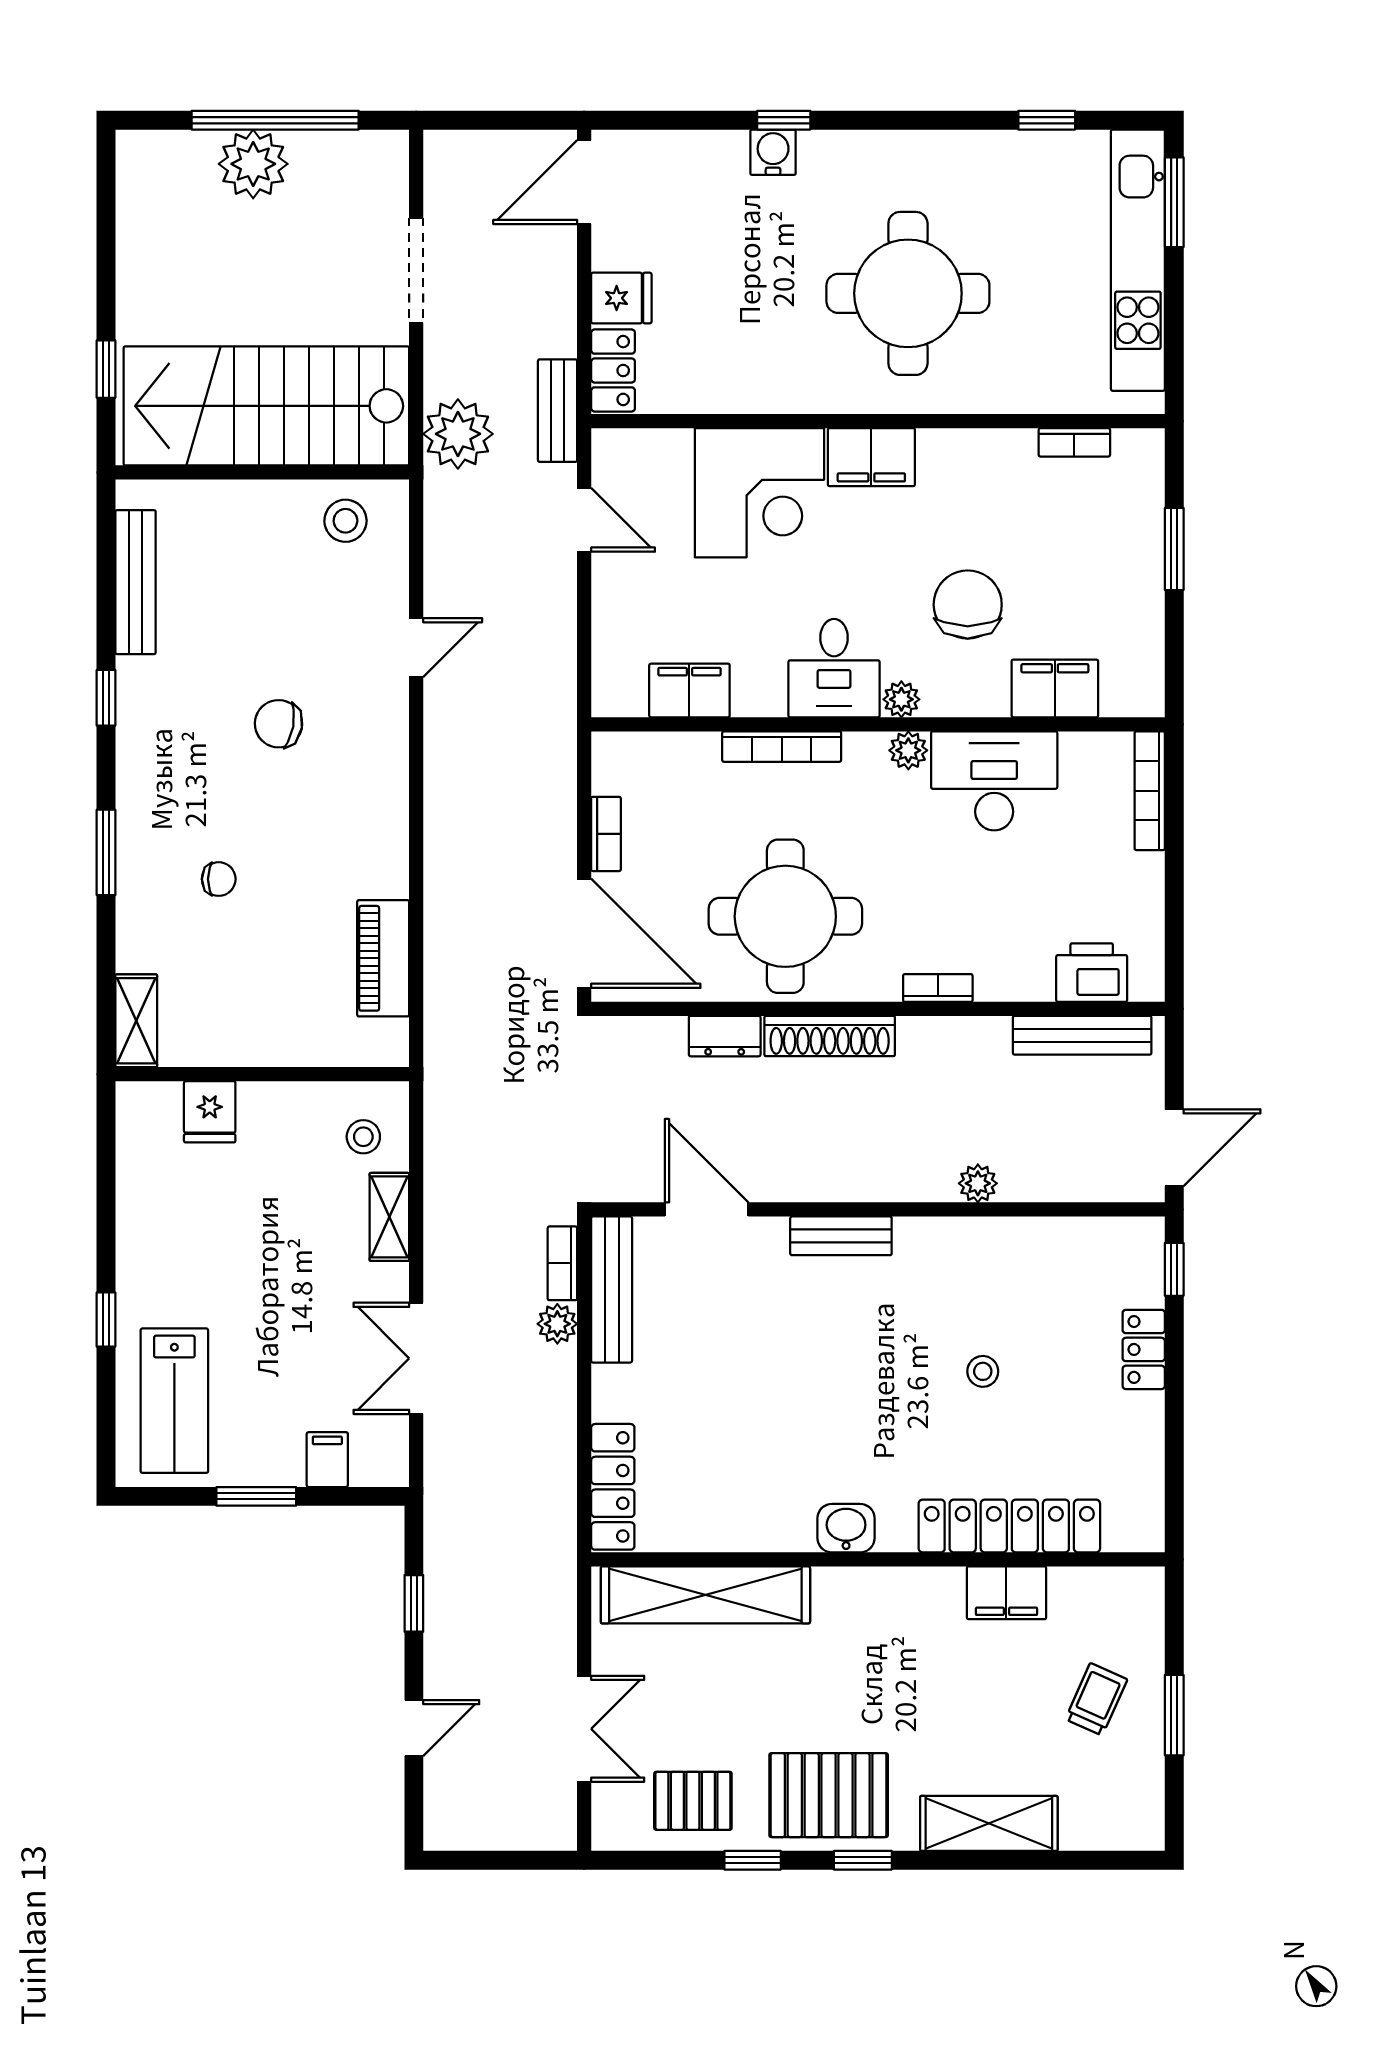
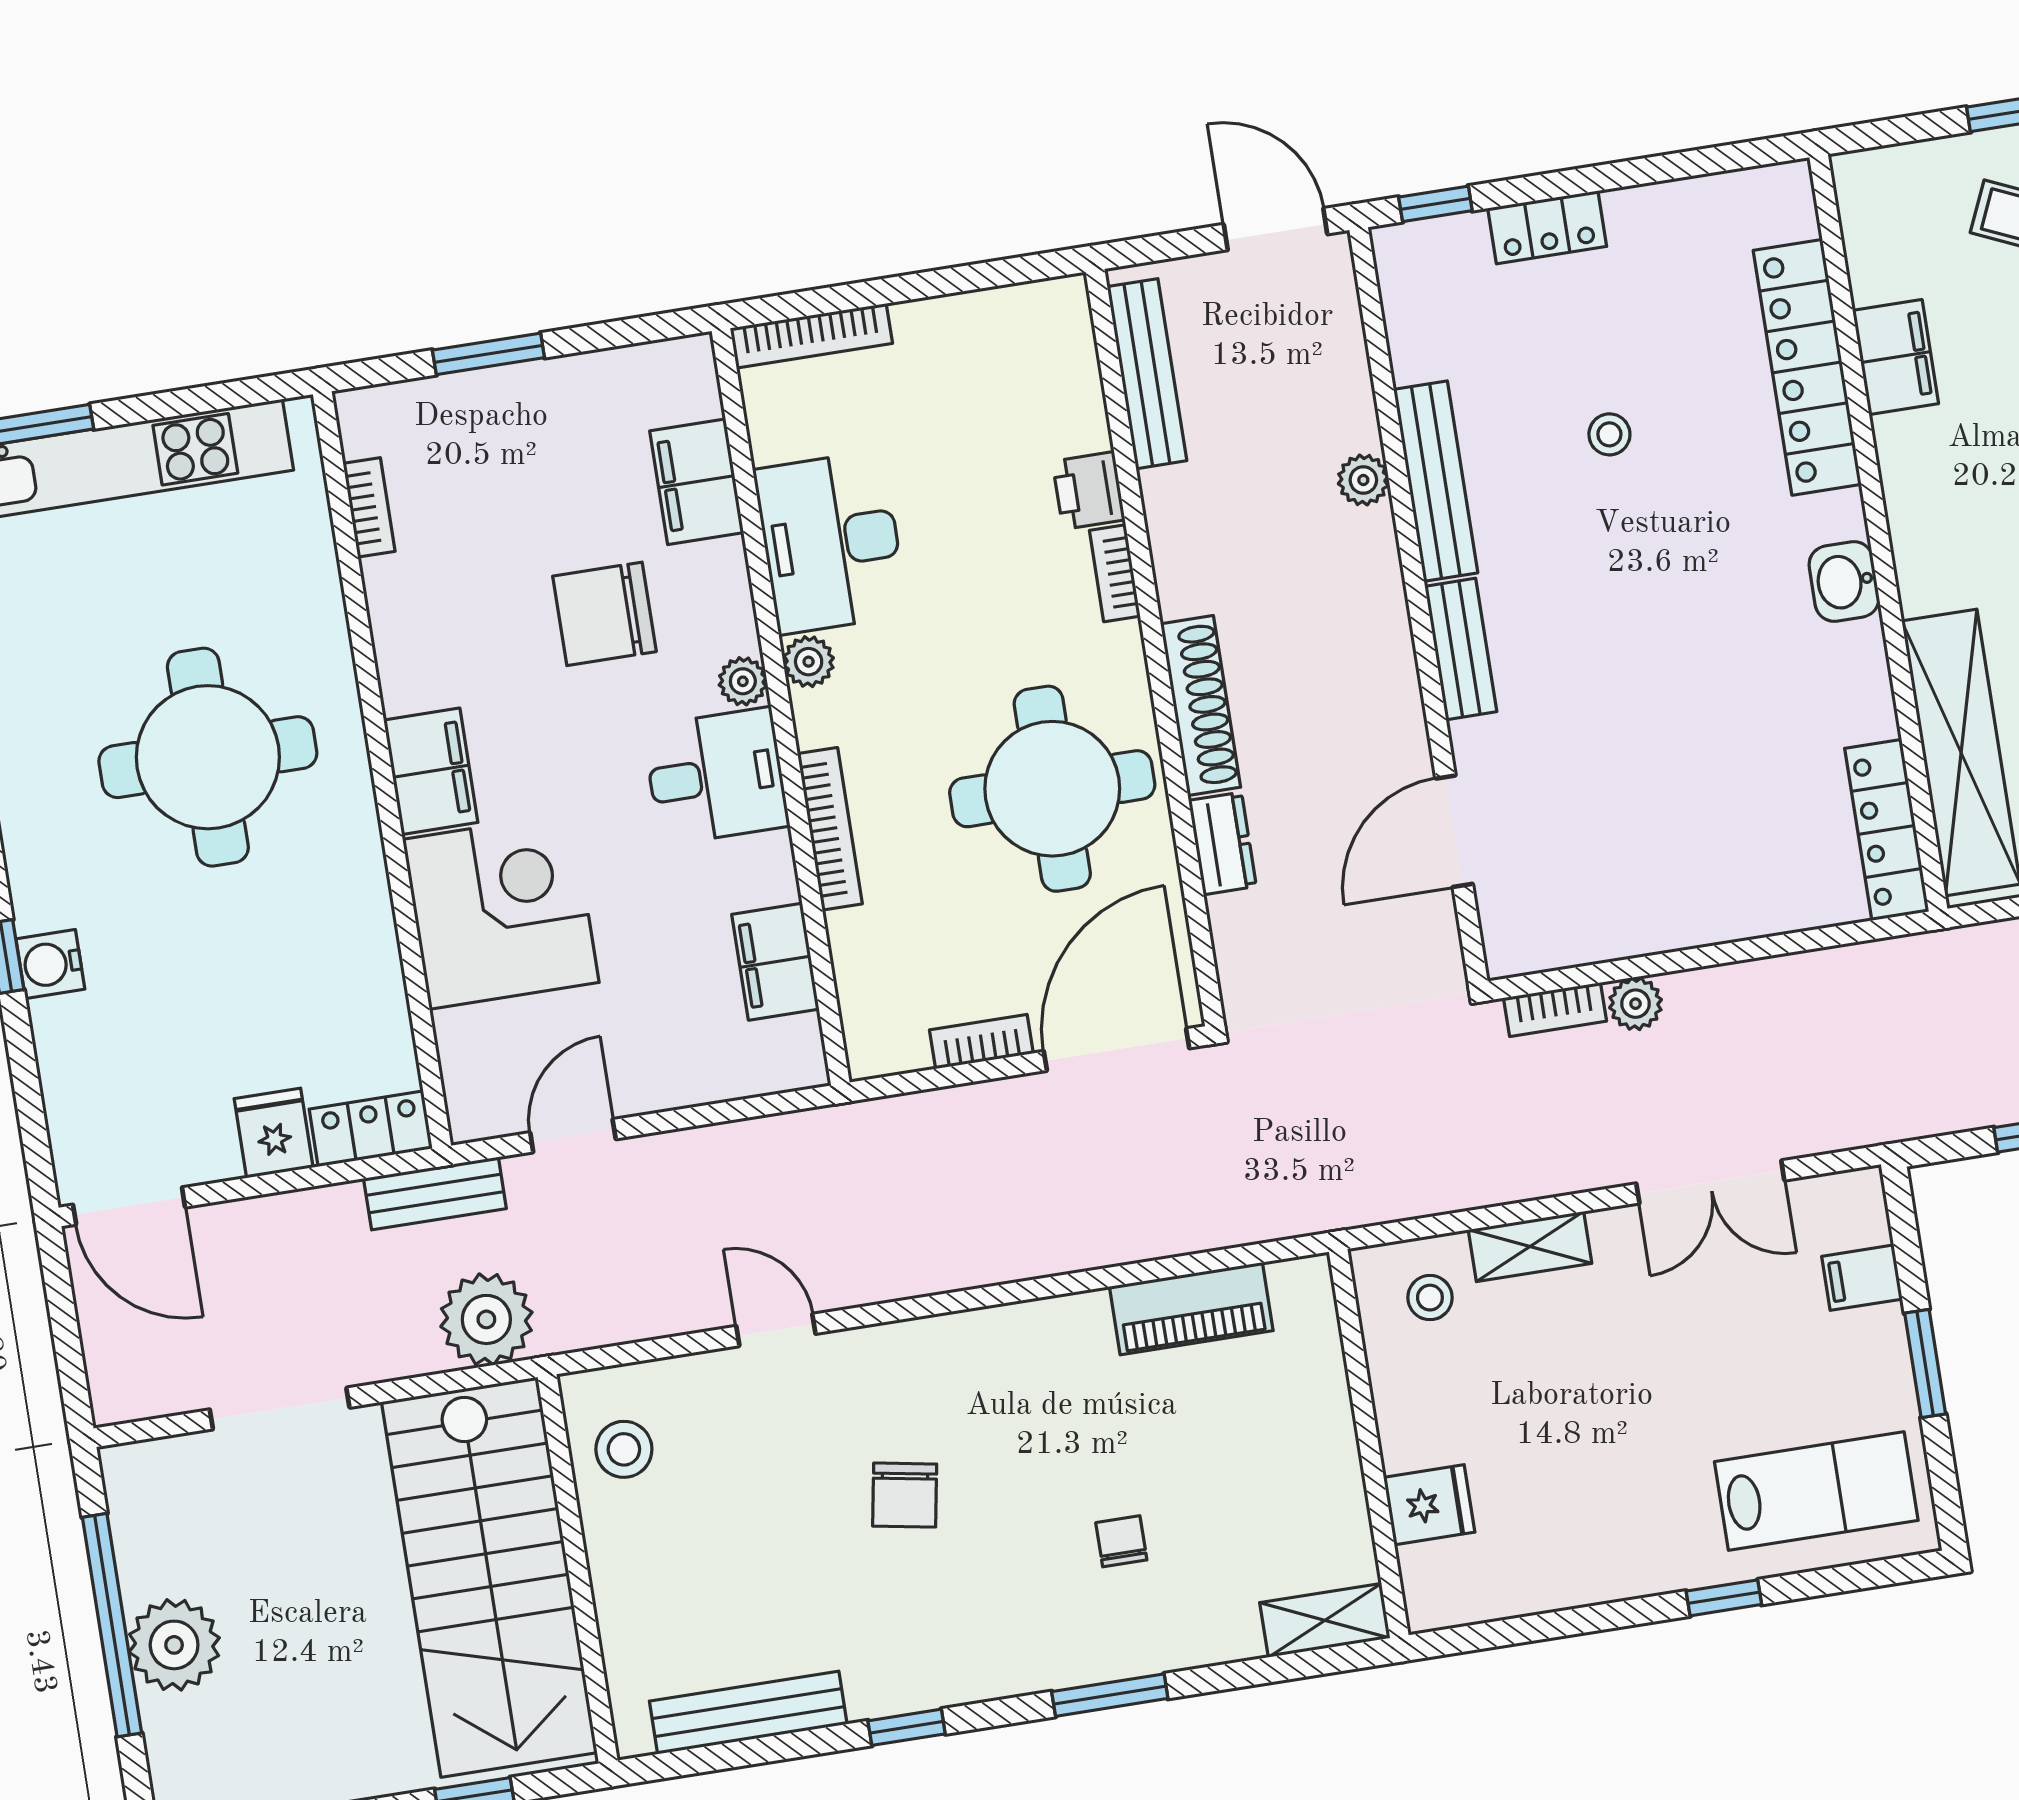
printer: (1092, 973) -> (1089, 491), moved, width x0.73, depth x0.81
bench: (612, 1289) -> (1436, 481), moved, turned 90
locker: (613, 1487) -> (1887, 830), moved, turned -90

